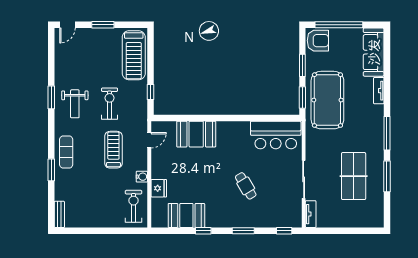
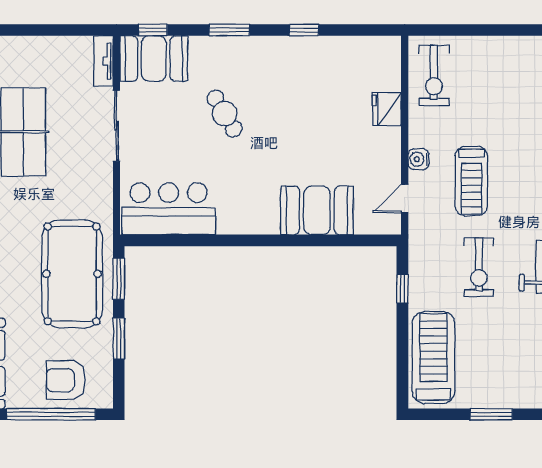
armchair: (318, 41) -> (66, 380), moved
water cooler: (142, 177) -> (418, 159), moved
booth: (186, 215) -> (154, 58), moved

